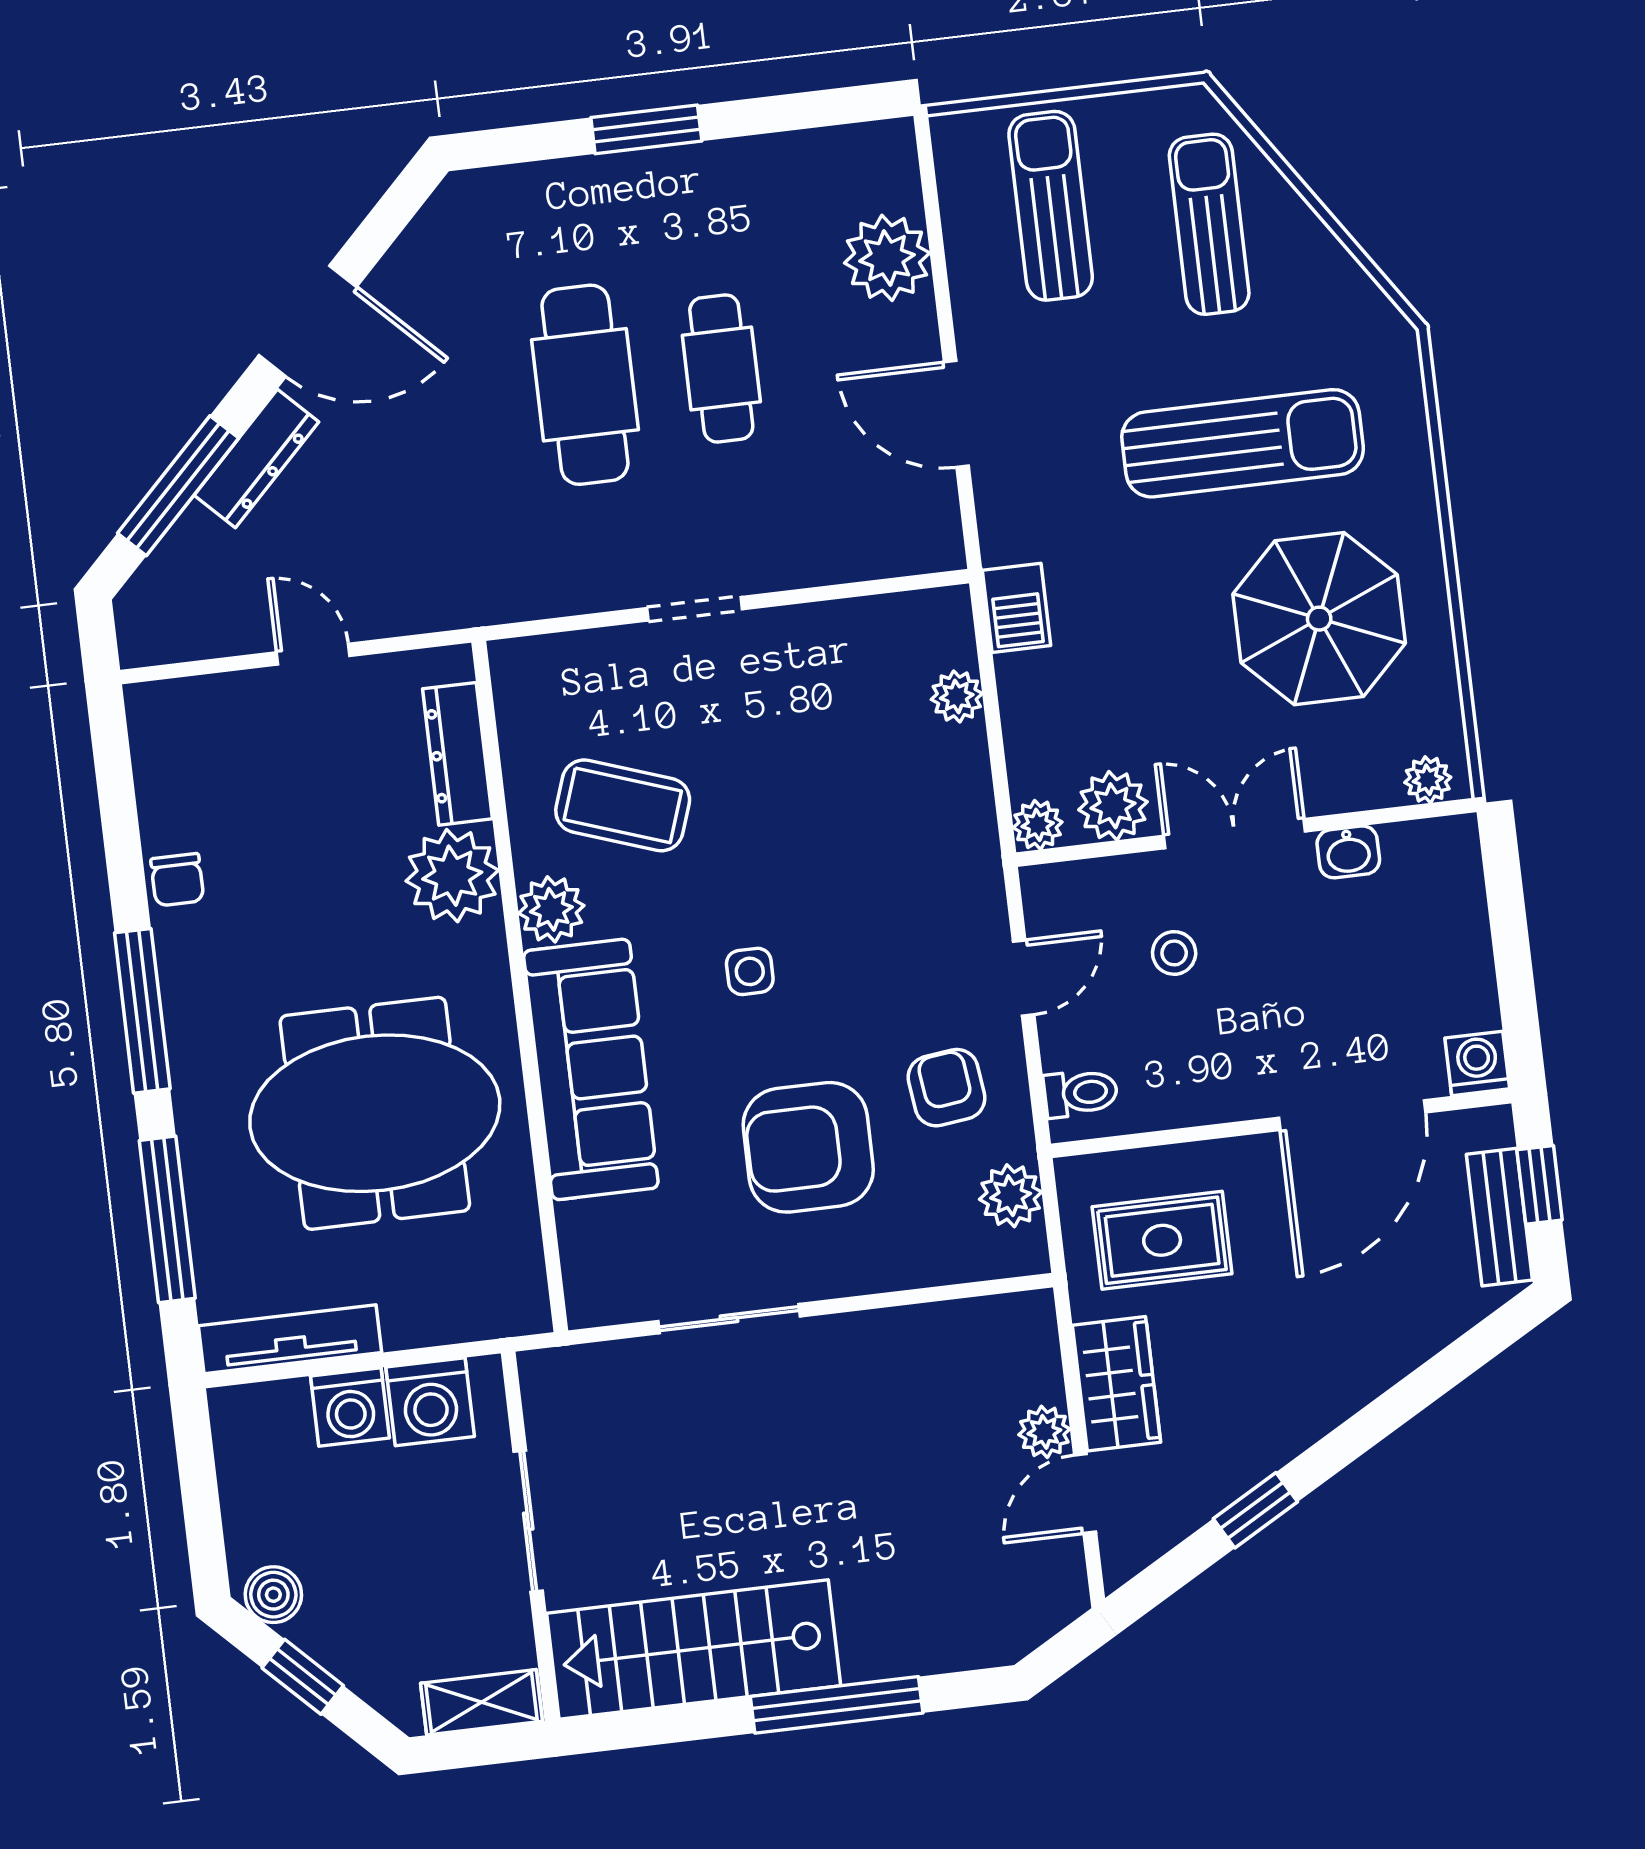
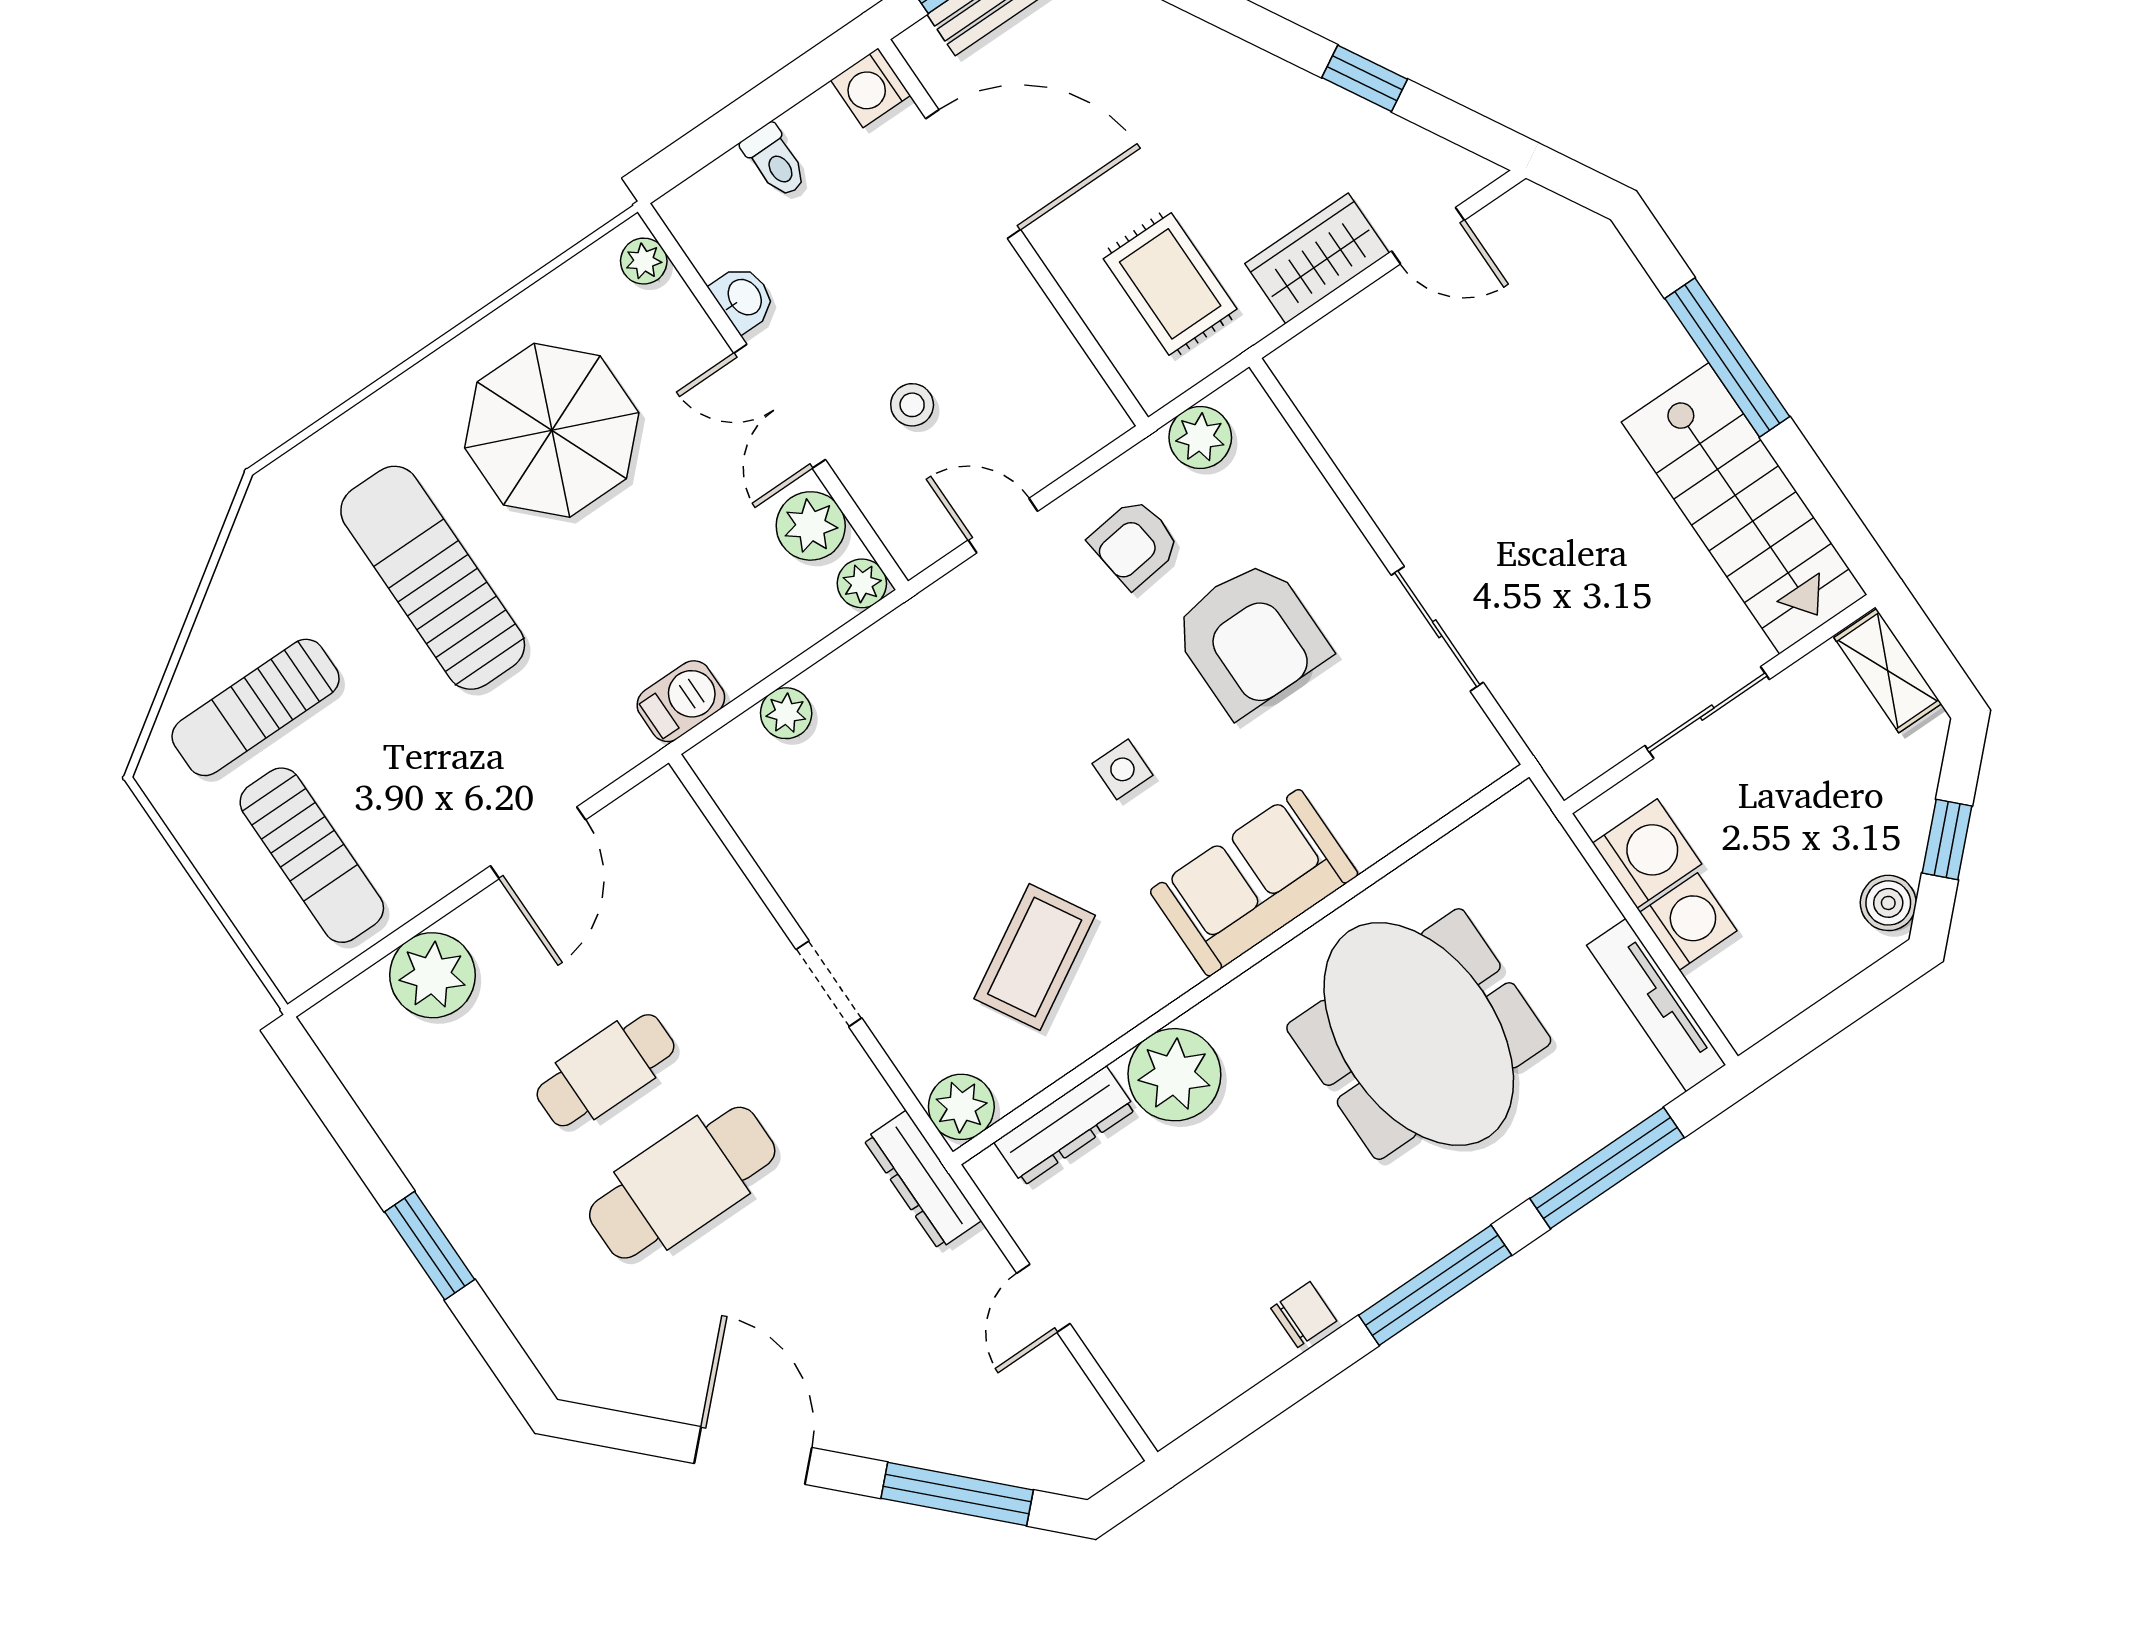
sun lounger: (1051, 206) -> (312, 855), turned -90
dresser: (256, 458) -> (922, 1180), moved, turned -135
coffee table: (623, 805) -> (1035, 957), turned 41
plant: (551, 909) -> (961, 1107), moved
sofa: (591, 1069) -> (1254, 883), width x0.73
toilet: (1081, 1093) -> (775, 161), moved, turned 180
plant: (1044, 1432) -> (1392, 300), removed

